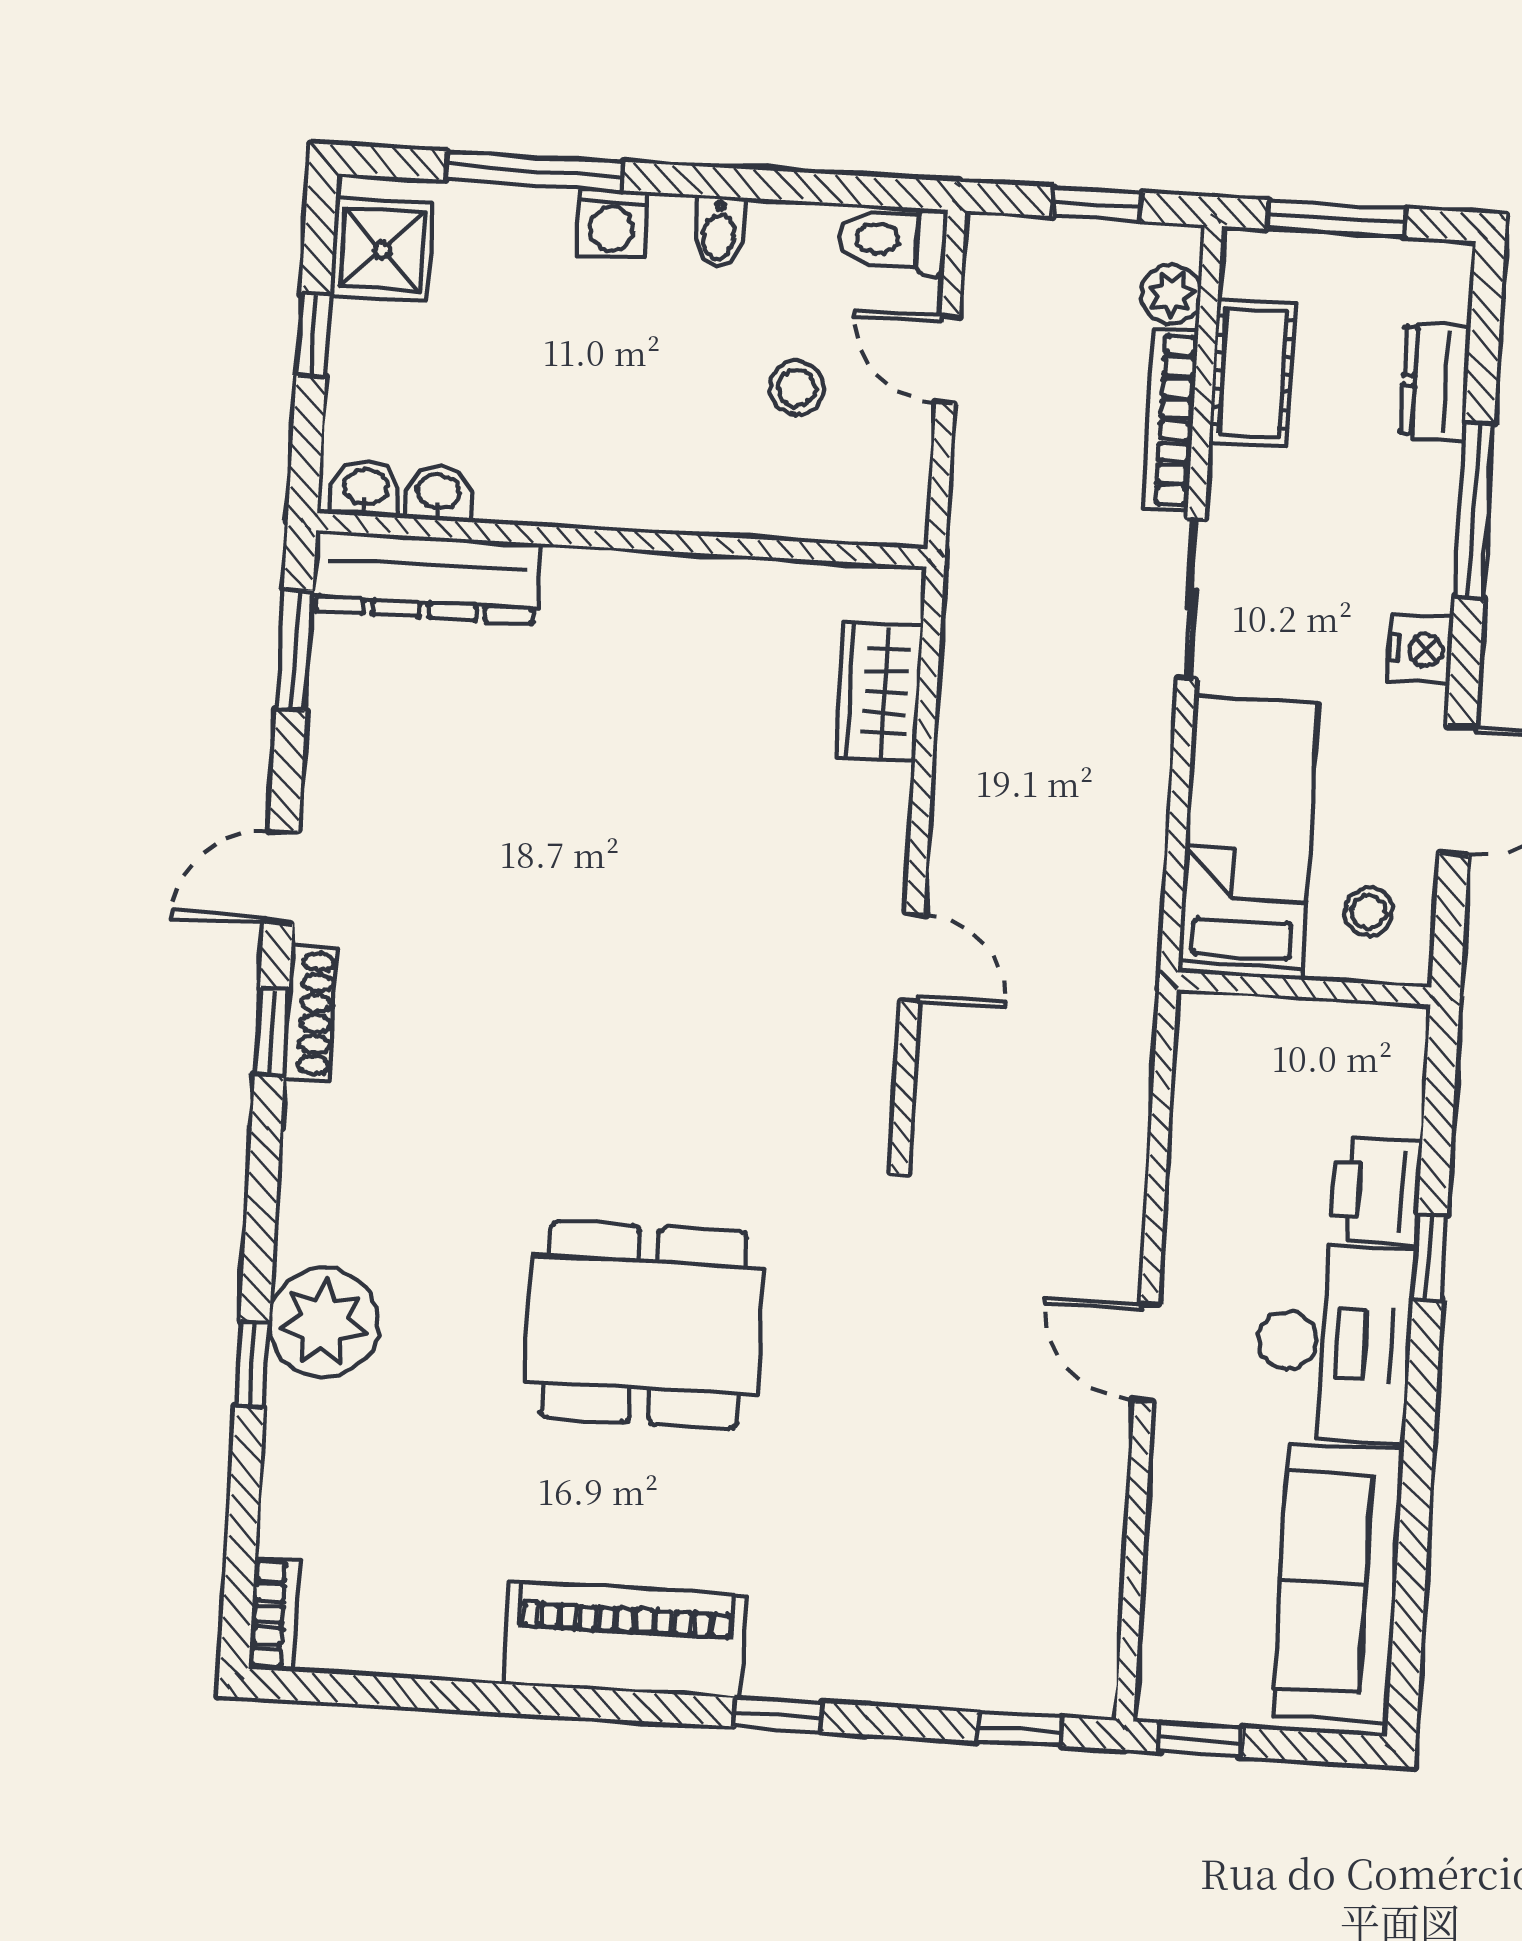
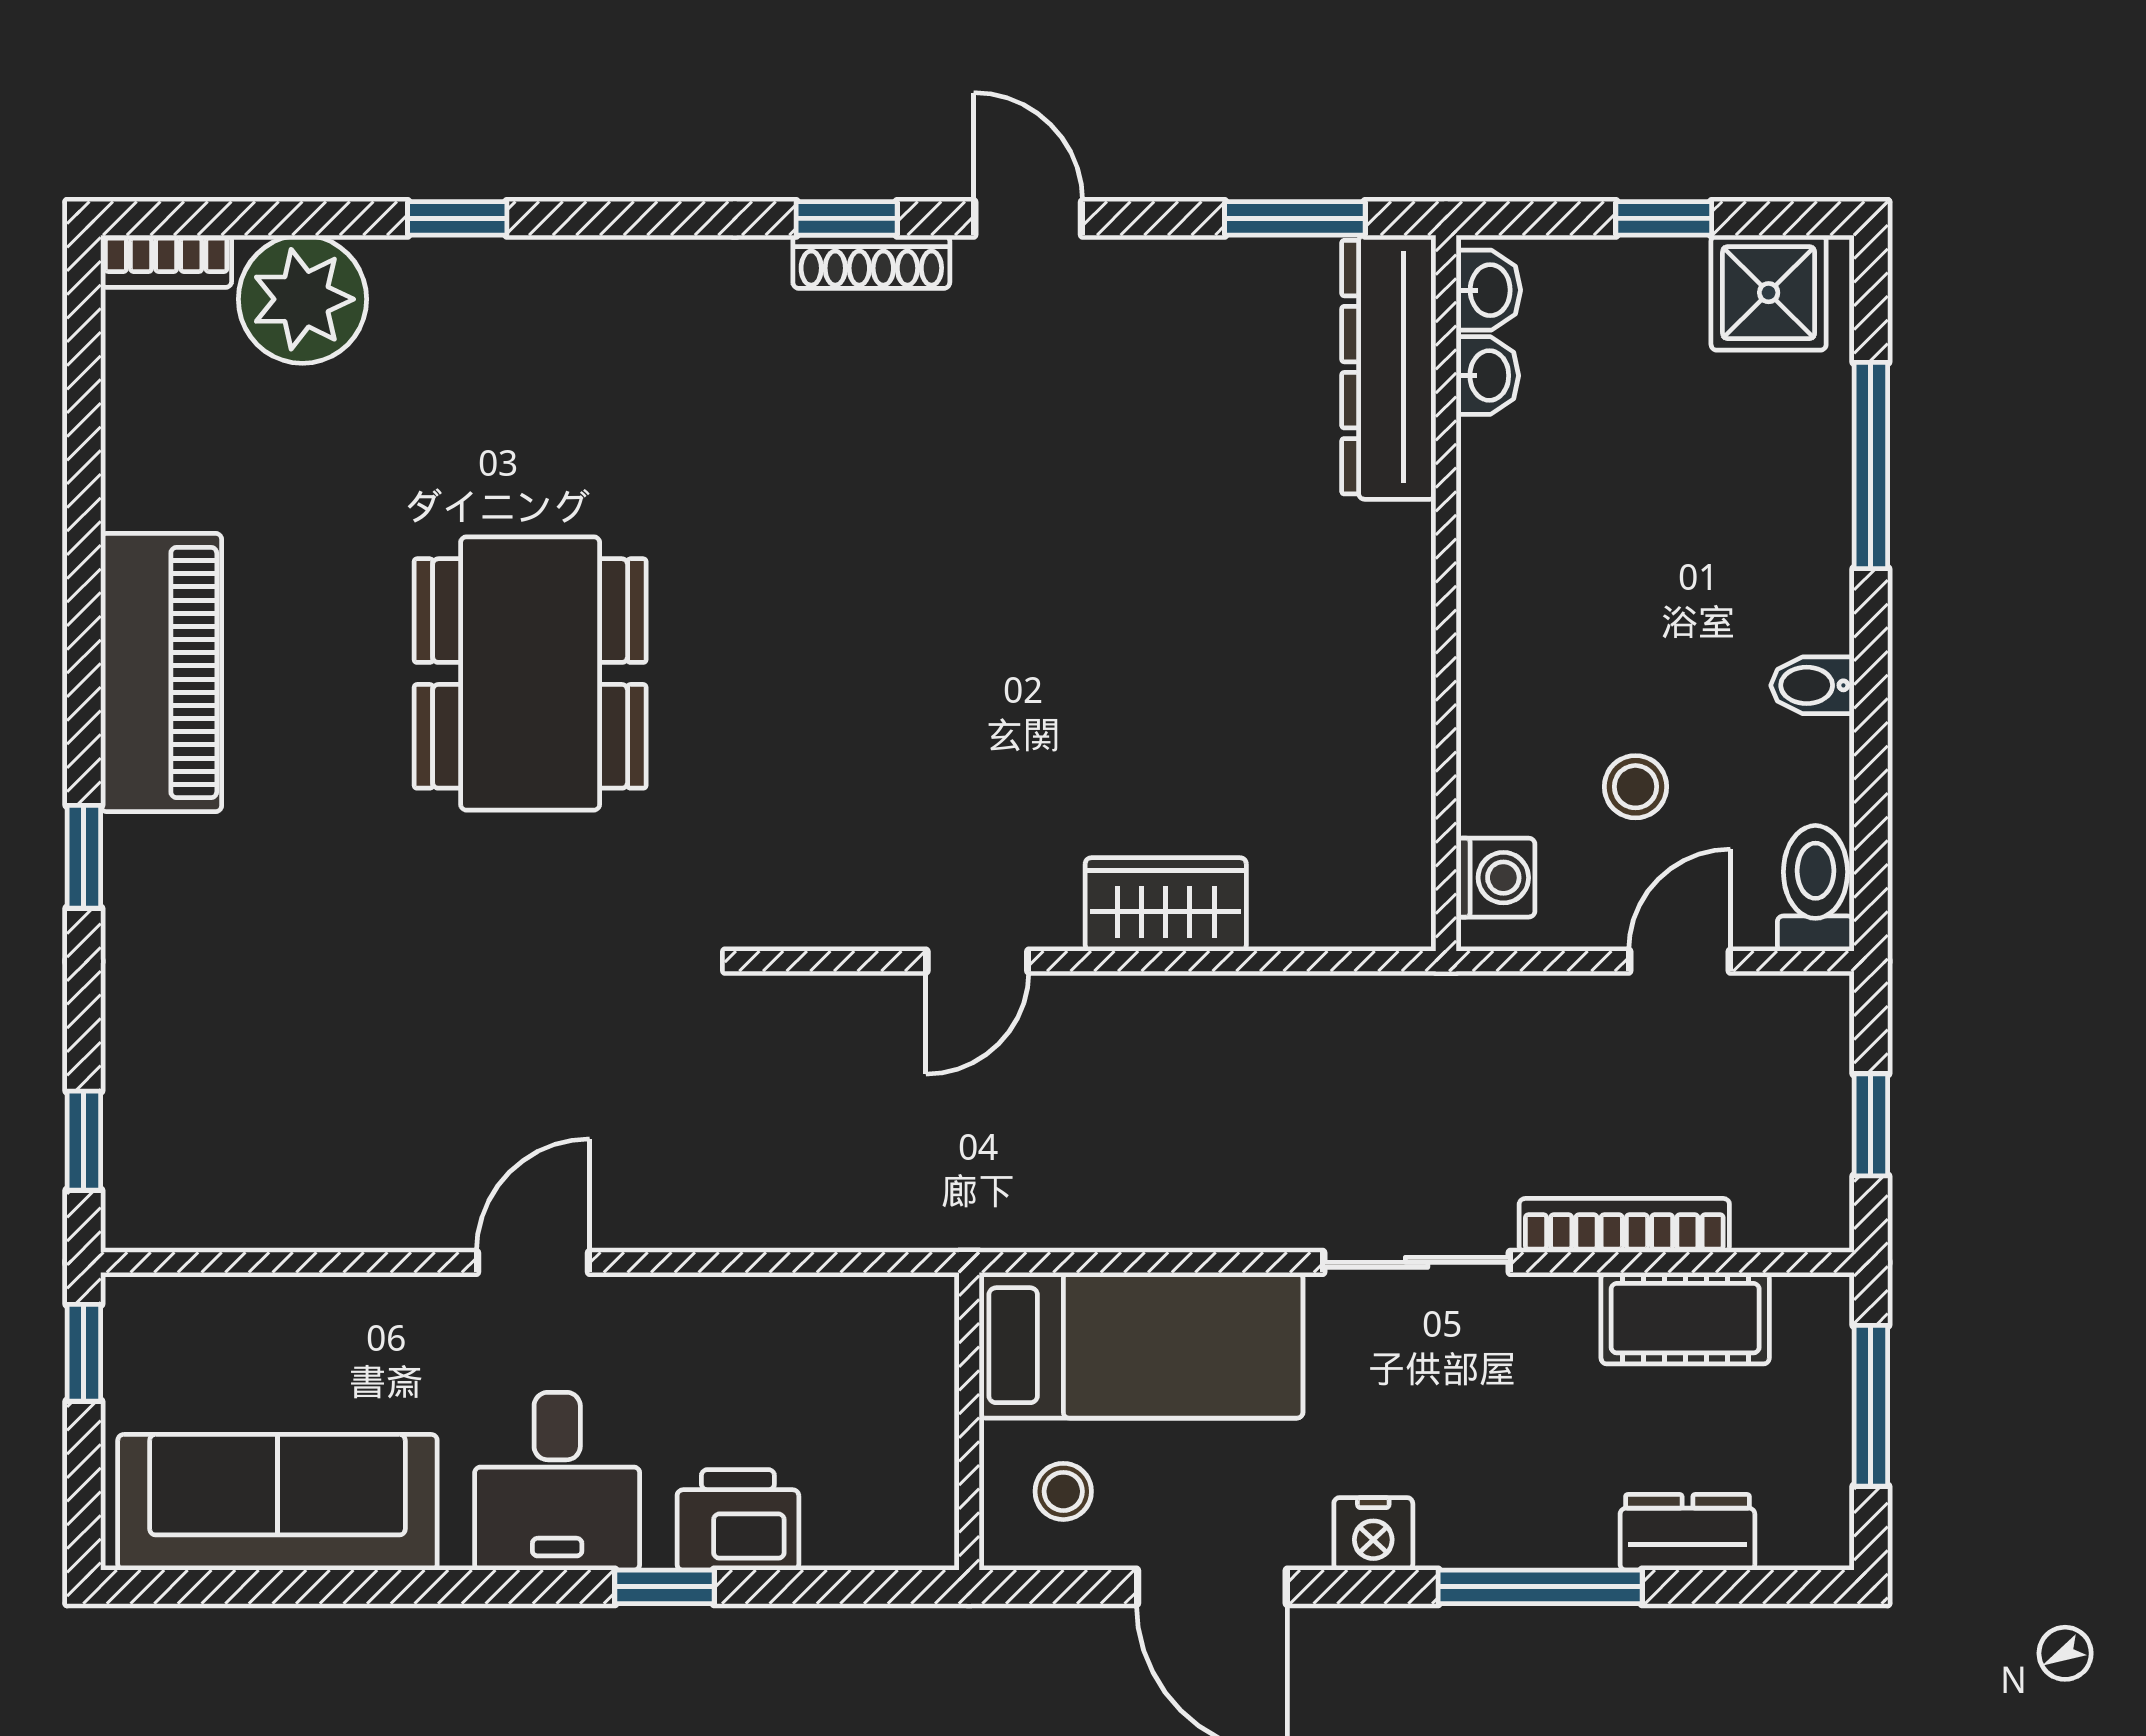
washing machine: (612, 224) -> (1495, 878), moved, turned 180
plant: (1171, 294) -> (1771, 1218), removed
wardrobe: (879, 691) -> (1166, 904), moved
plant: (324, 1323) -> (302, 299), moved
desk: (1334, 1343) -> (557, 1481), width x0.73

